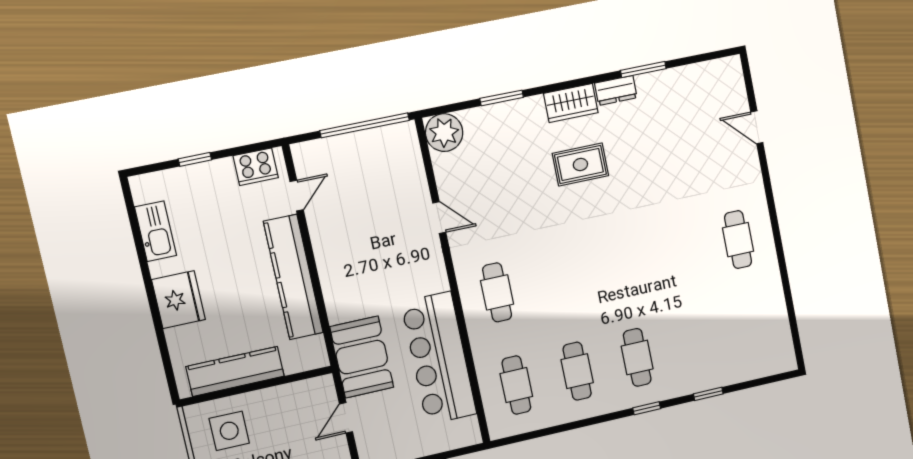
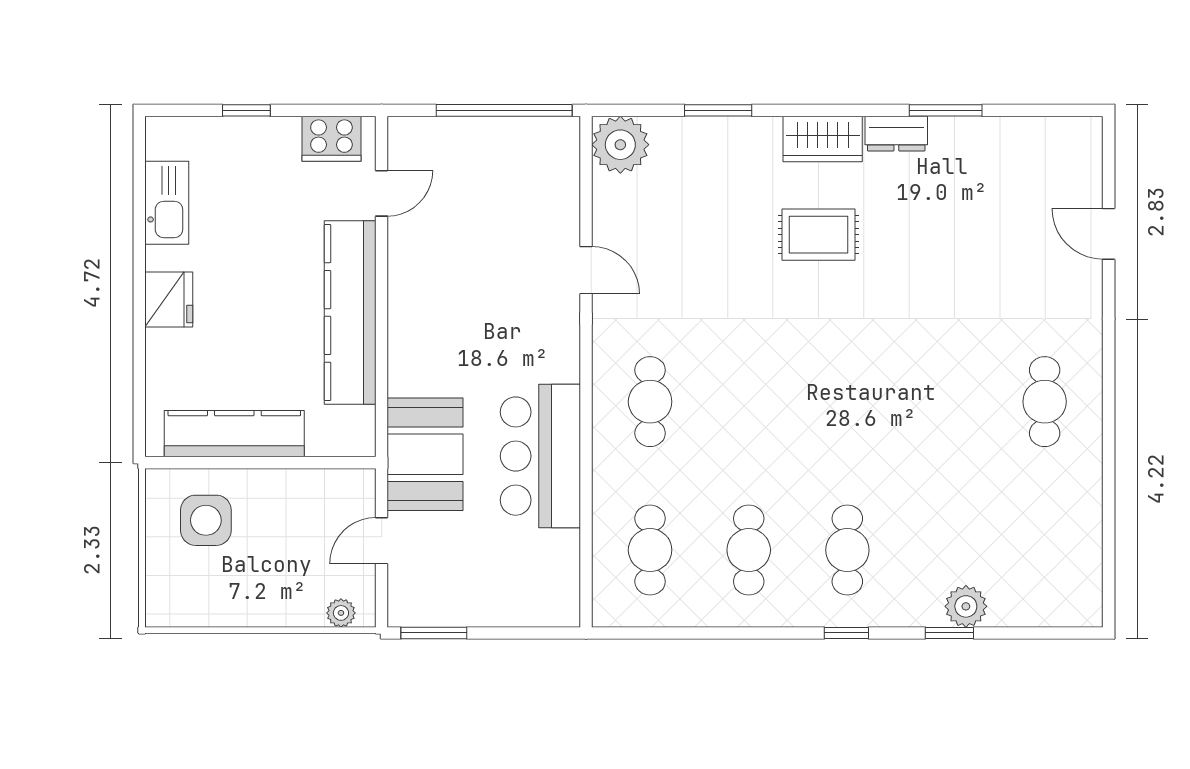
fridge: (179, 300) -> (169, 300), width x0.73, depth x0.75
bar counter: (439, 358) -> (540, 456), width x0.73
plant: (715, 375) -> (966, 606), added

